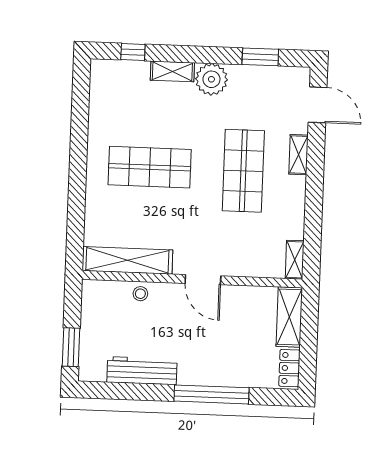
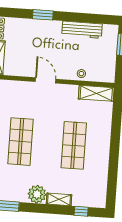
shop shelf: (150, 167) -> (74, 145), turned 90
shelving: (127, 260) -> (96, 93), width x0.68
window: (212, 394) -> (43, 15), width x0.47

